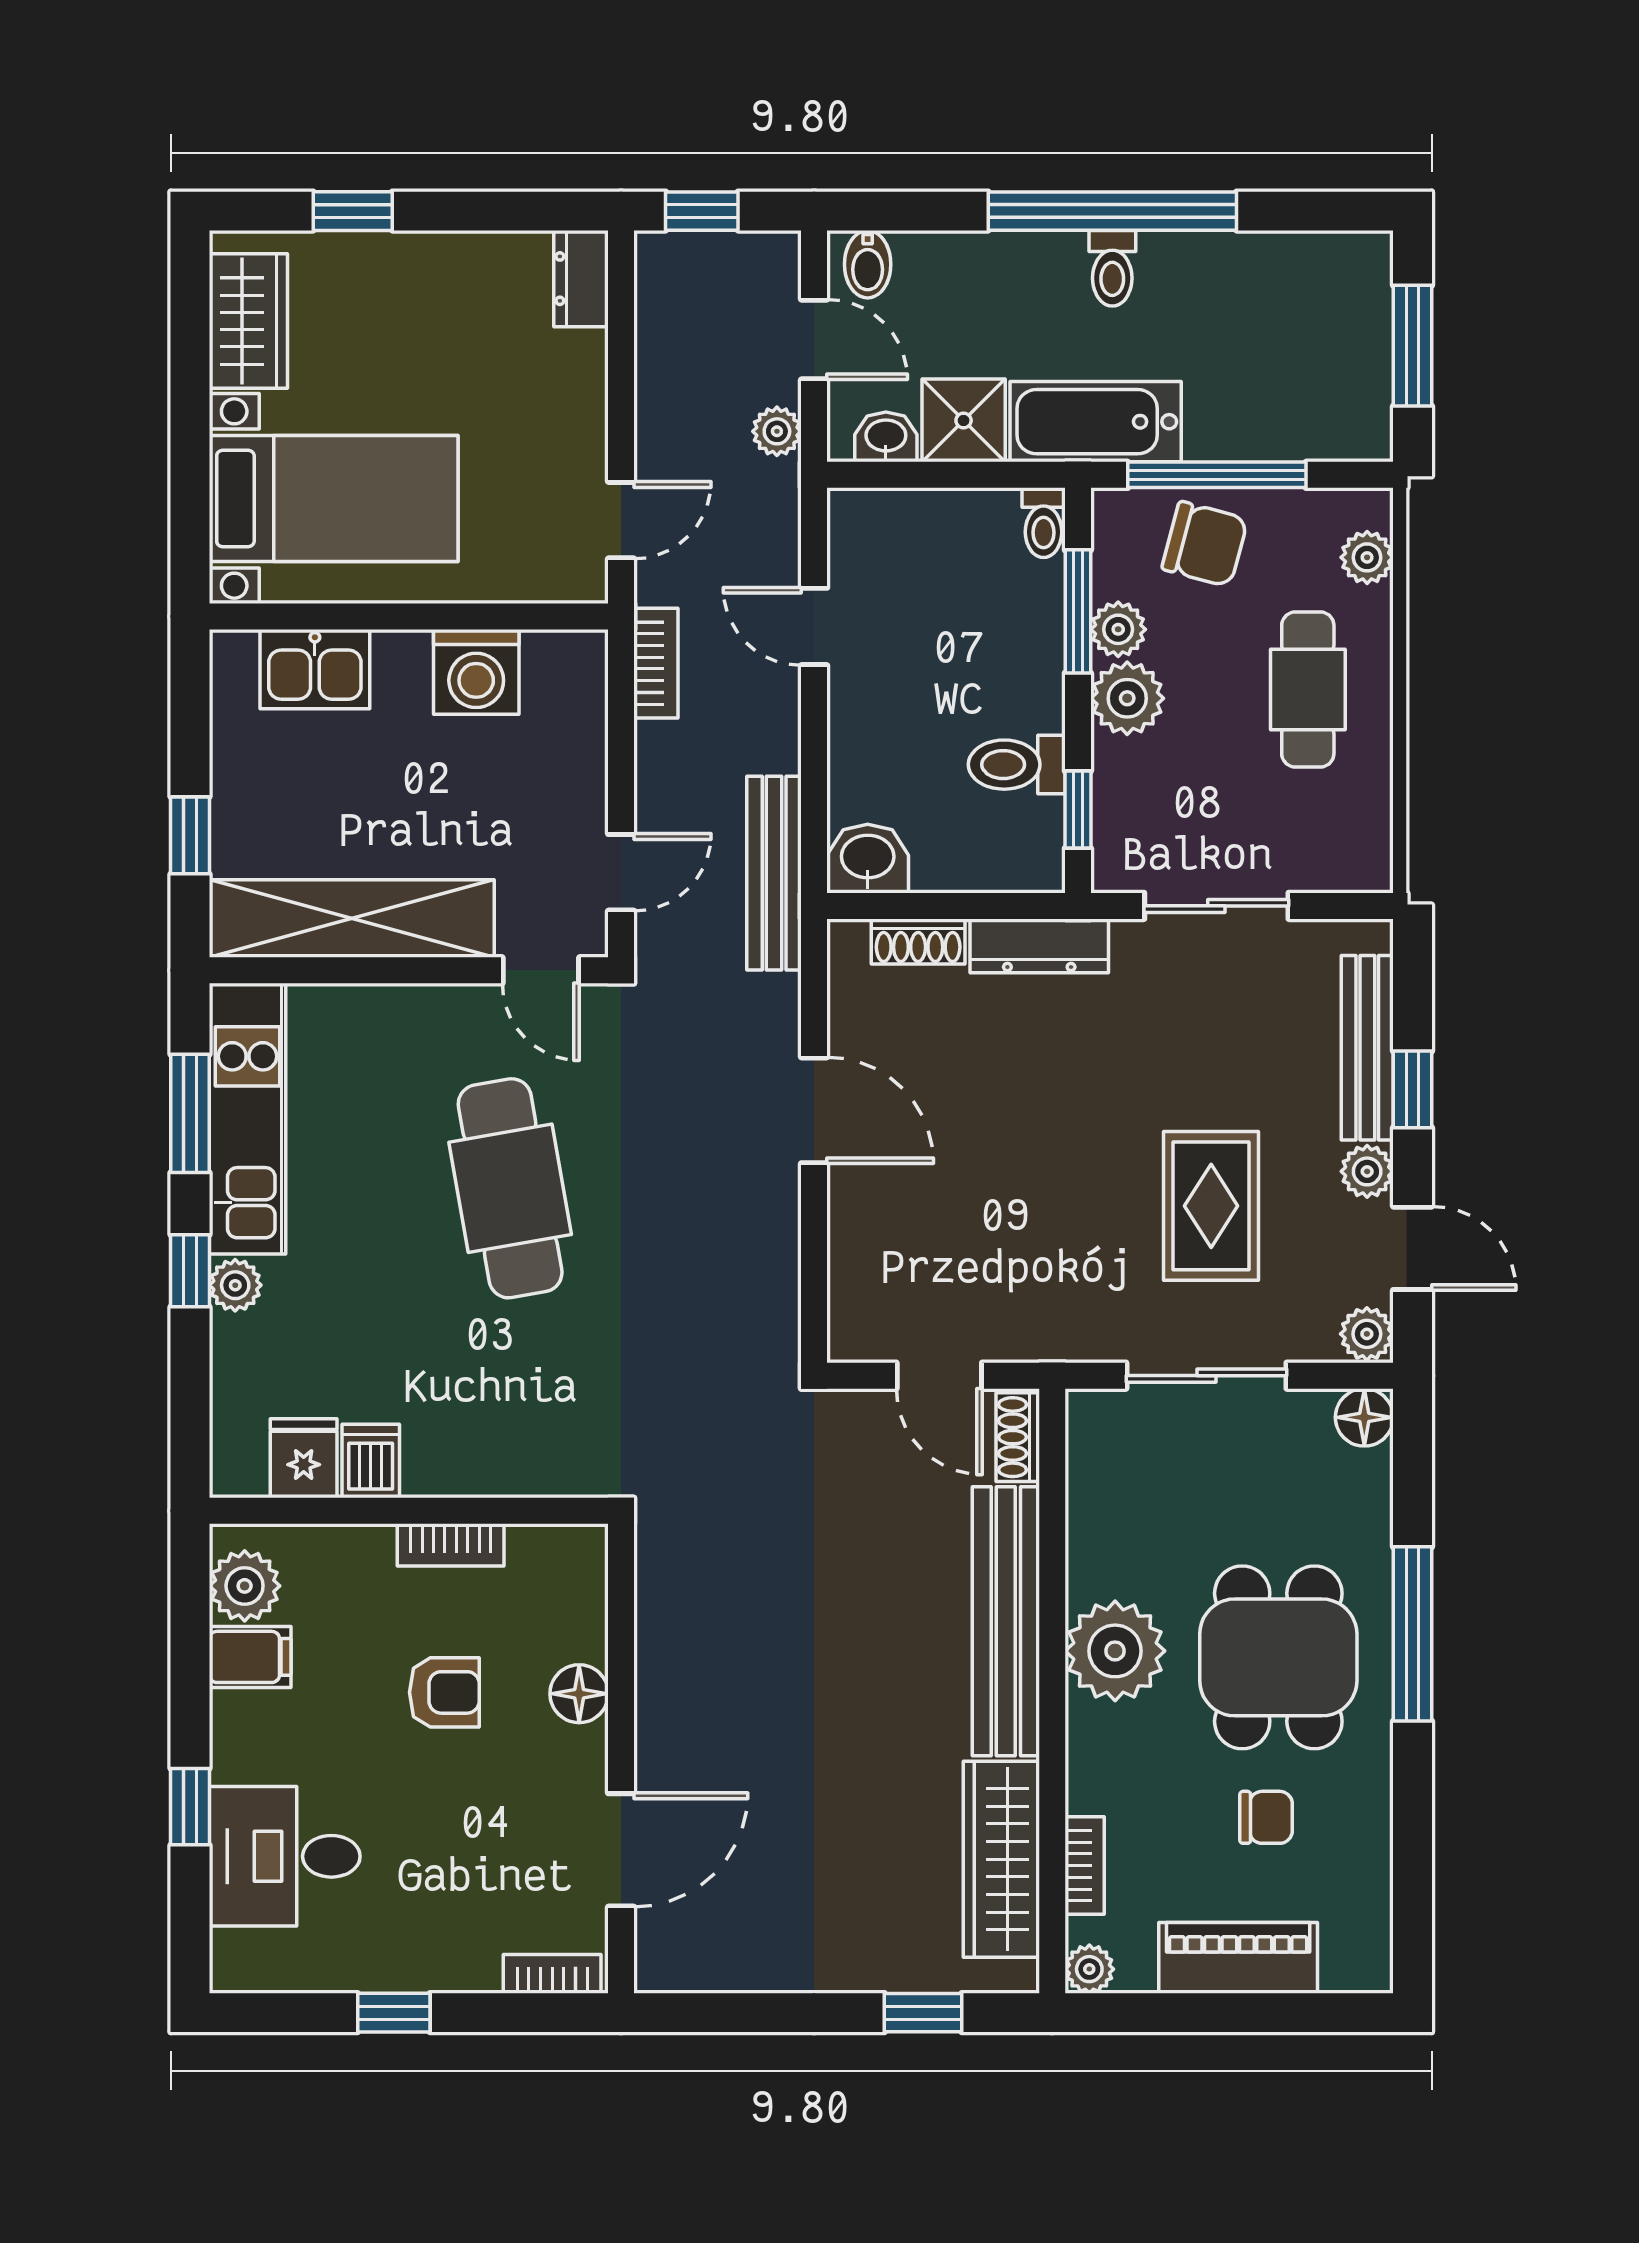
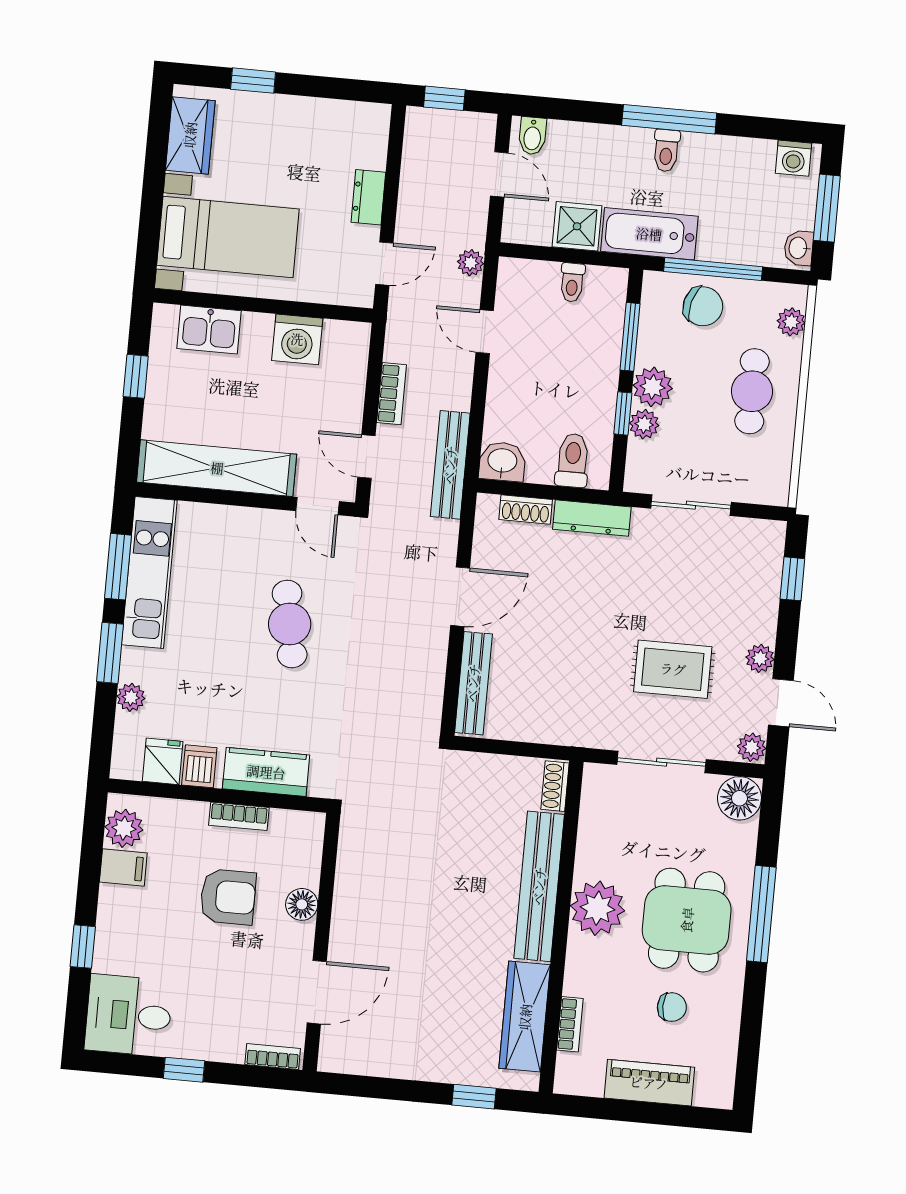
window: (1112, 211) -> (669, 119), width x0.68
washing machine: (1344, 261) -> (794, 158), added
dresser: (581, 279) -> (368, 197), moved
plant: (777, 431) -> (471, 263), moved
washbasin: (886, 437) -> (799, 248), moved, turned -90
toilet: (1044, 523) -> (572, 282), moved
plant: (1118, 629) -> (644, 424), moved
bookcase: (656, 663) -> (392, 394), moved
toilet: (1017, 765) -> (573, 460), moved, turned 90
window: (1078, 810) -> (623, 413), moved
window: (190, 835) -> (136, 376), moved
door: (621, 872) -> (366, 456), swing flipped
bench: (1367, 1048) -> (473, 683), moved
window: (1412, 1089) -> (792, 579), moved
door: (814, 1110) -> (460, 597), hinge flipped
cafe table: (510, 1188) -> (290, 624), width x0.73, depth x0.74
rug: (1211, 1206) -> (673, 669), turned 90
window: (190, 1271) -> (110, 653), width x1.50
plant: (235, 1285) -> (131, 697), moved
door: (939, 1376) -> (515, 748), removed
floor lamp: (1364, 1417) -> (739, 798), width x1.38, depth x1.38
kitchen counter: (492, 1460) -> (266, 772), added
armchair: (444, 1692) -> (228, 897), width x1.38, depth x1.38
desk: (285, 1856) -> (129, 1015), moved
plant: (1089, 1969) -> (567, 1081), removed

